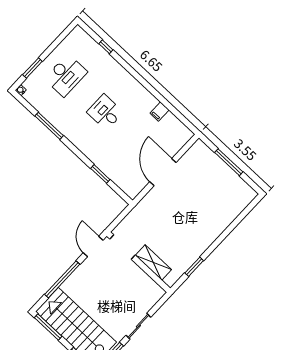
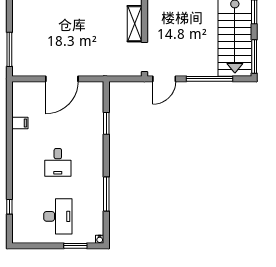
desk: (66, 75) -> (58, 216), turned 90
window: (229, 162) -> (9, 49), moved

